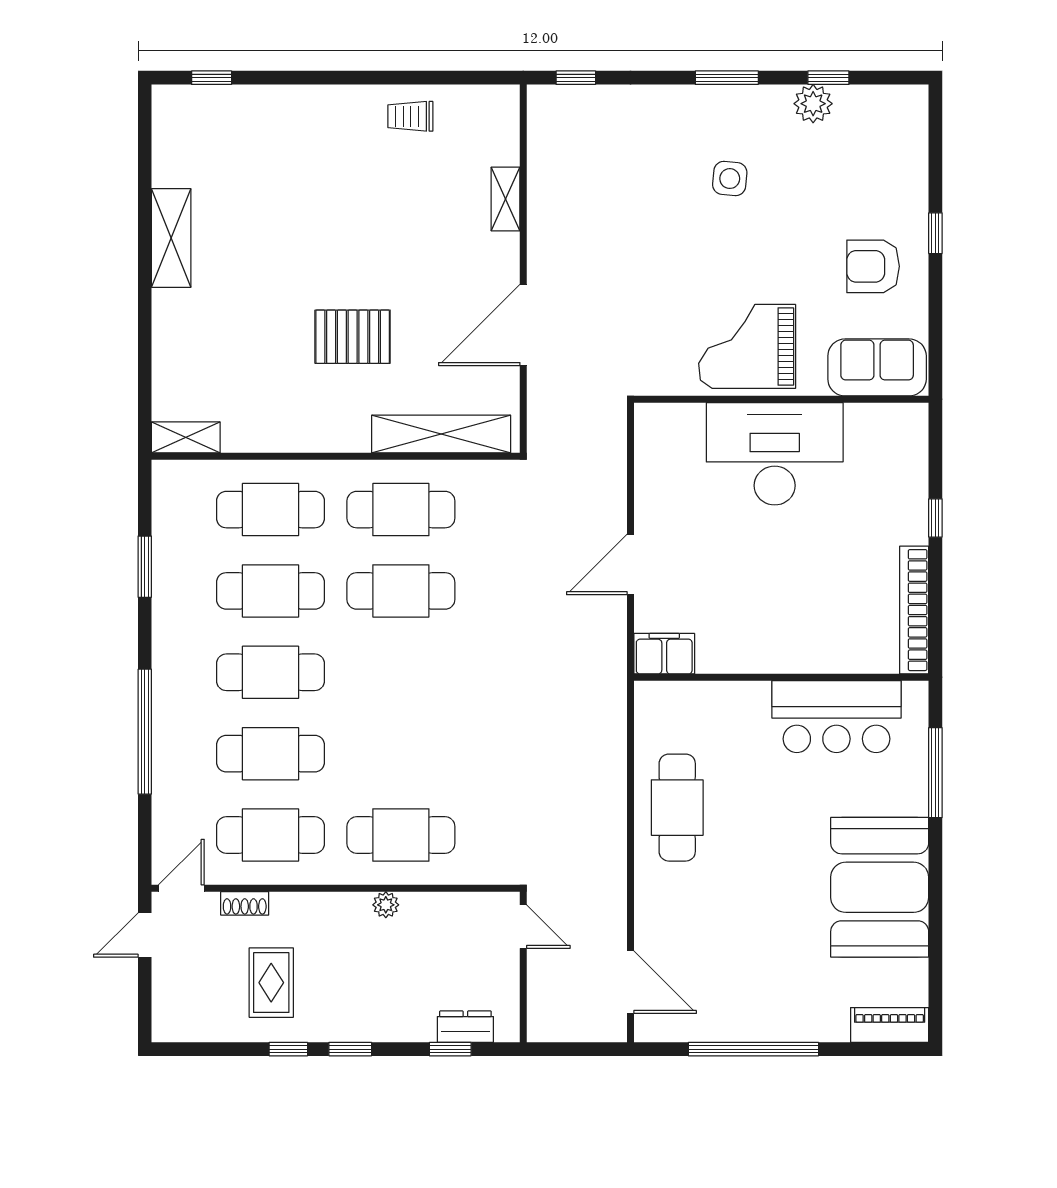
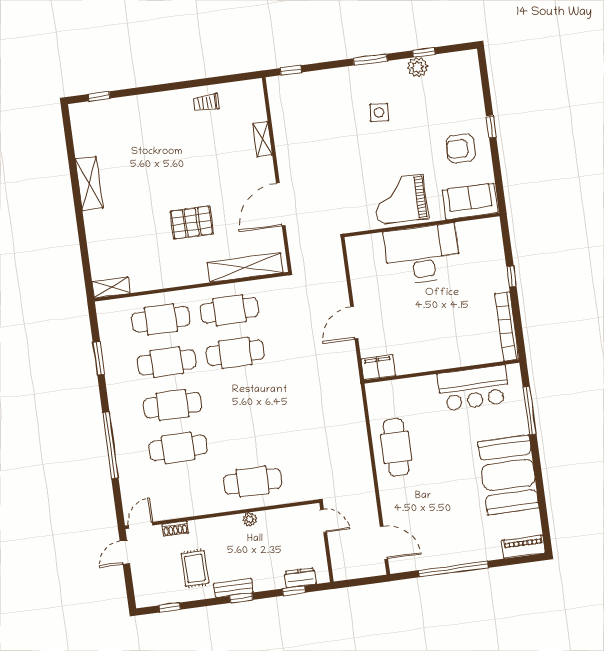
cafe table: (271, 835) -> (184, 491), removed
bench: (338, 1029) -> (234, 588), added
window: (288, 1049) -> (170, 607), moved

